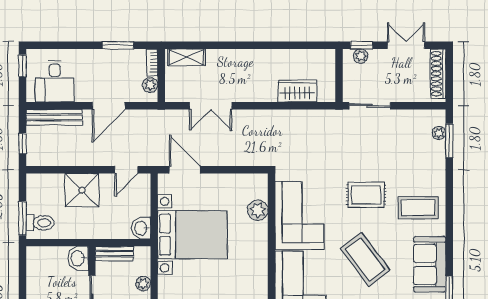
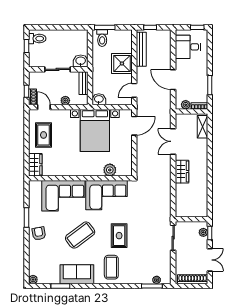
wardrobe: (297, 91) -> (182, 172), moved
bench: (54, 117) -> (141, 49), moved
door: (126, 170) -> (134, 90), hinge flipped

